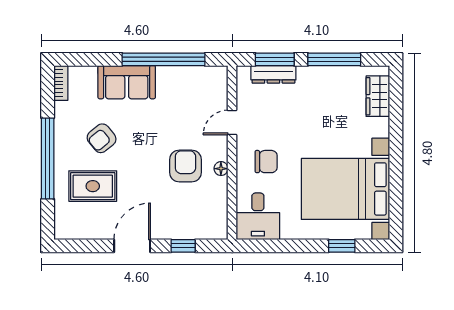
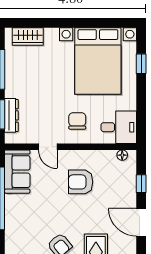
sofa: (127, 82) -> (17, 172), moved
floor lamp: (221, 169) -> (122, 155), moved

